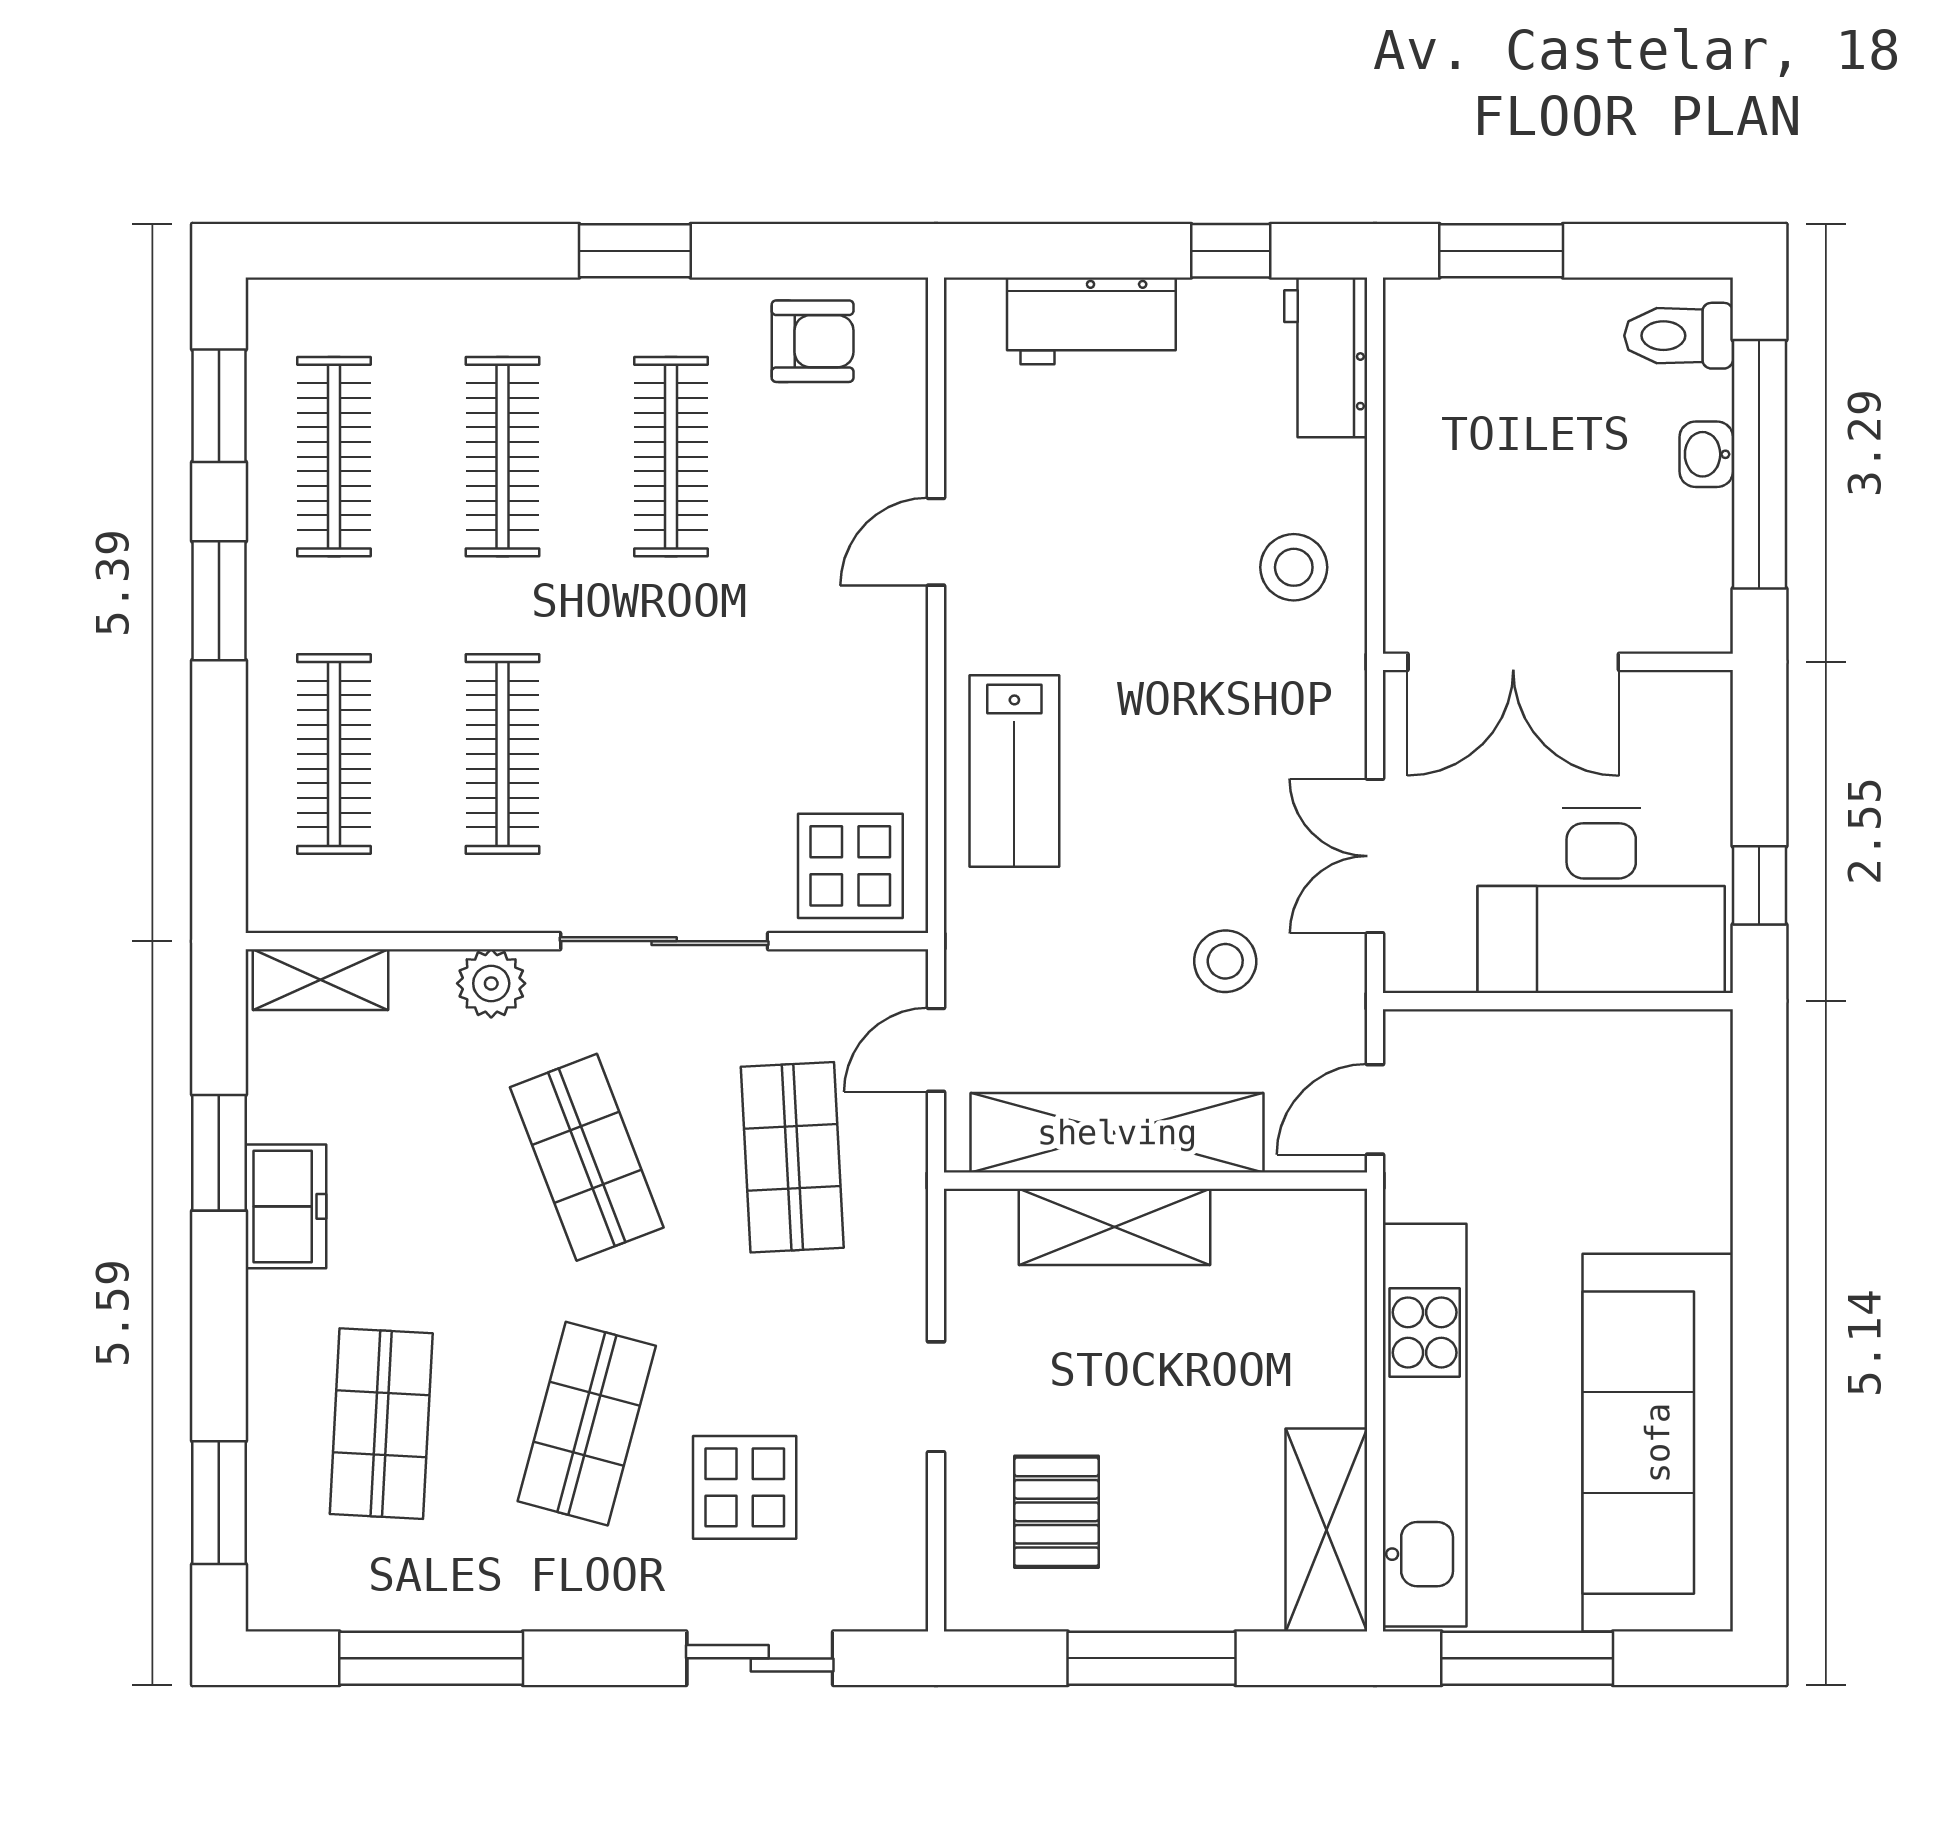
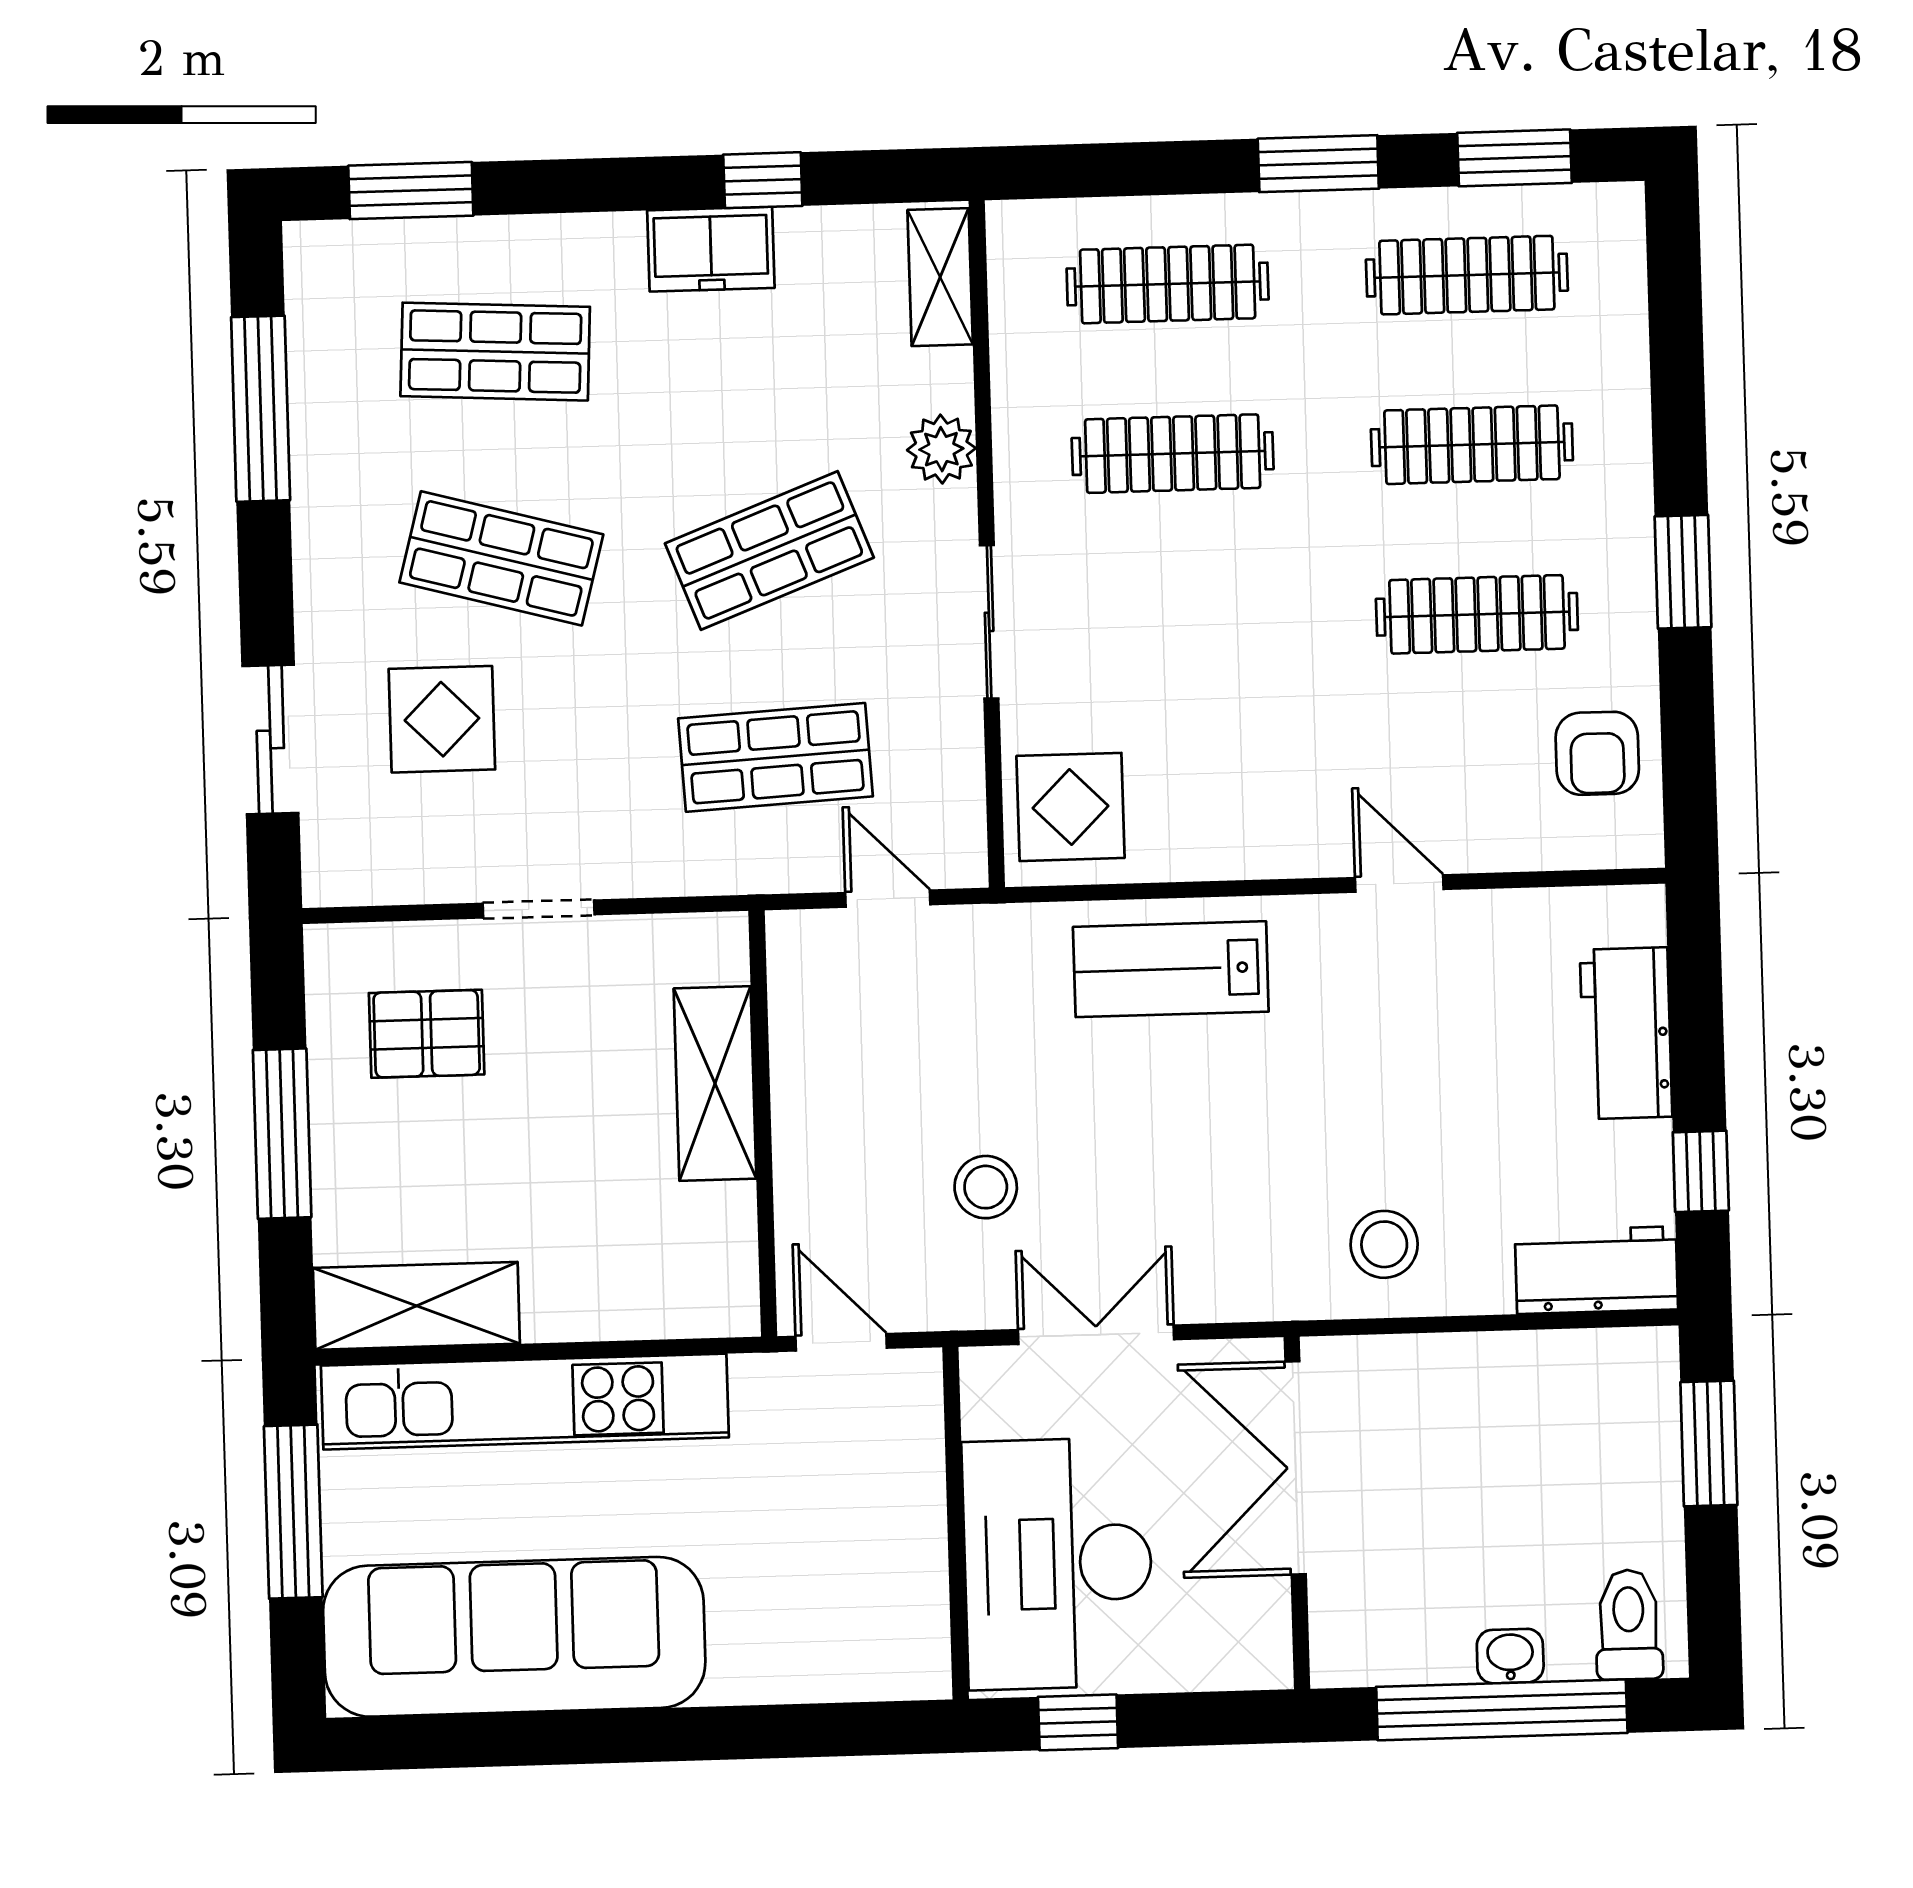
sliding door: (664, 941) -> (989, 622), width x0.73
shelving: (1117, 1133) -> (810, 1083), removed
window: (219, 1153) -> (763, 180), width x0.67

